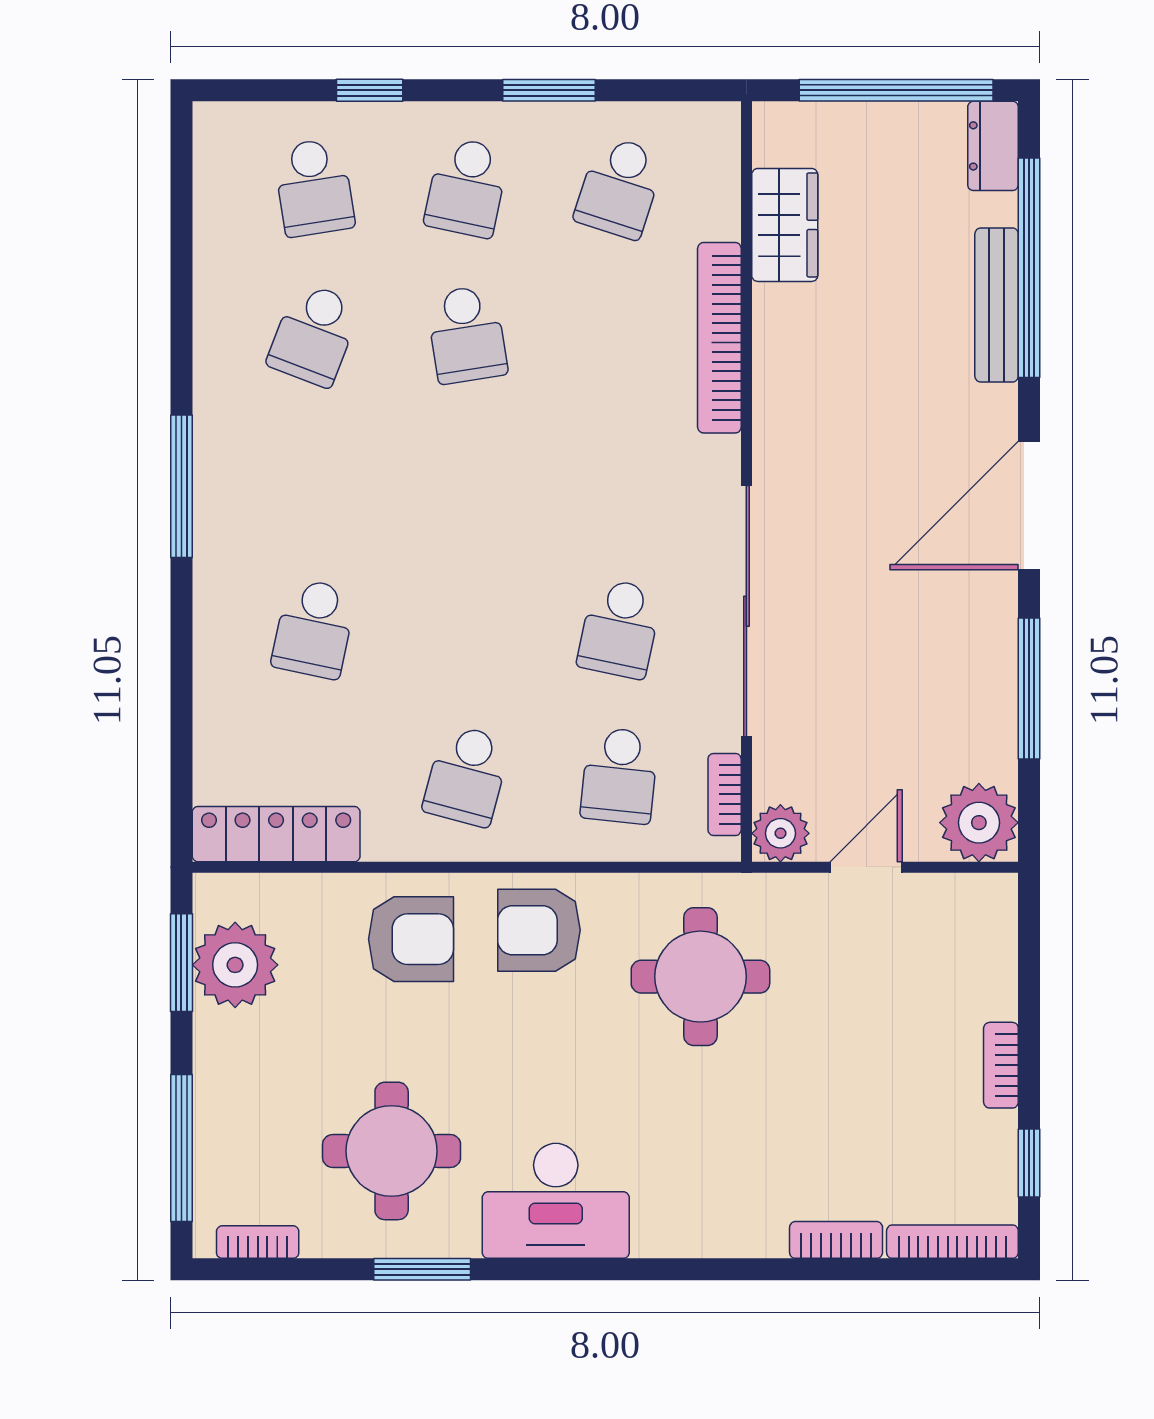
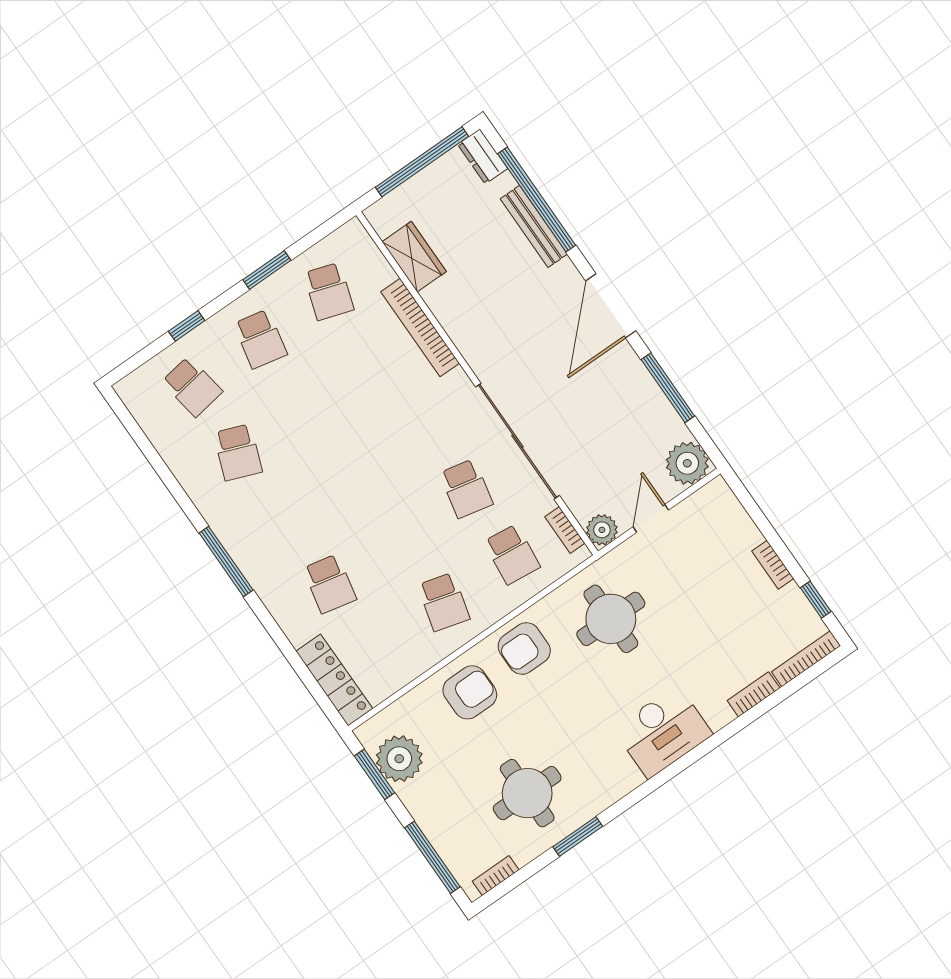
school desk: (467, 334) -> (306, 405), removed
locker: (276, 834) -> (334, 680), moved, turned 90
desk: (556, 1201) -> (663, 732), moved

